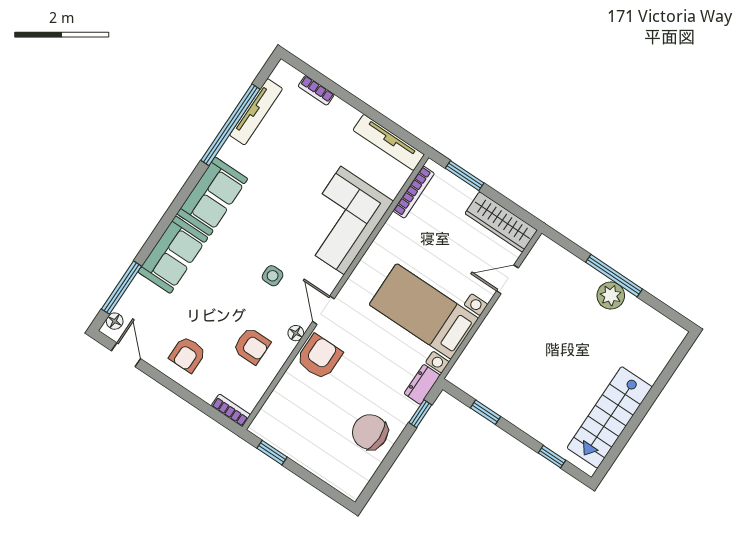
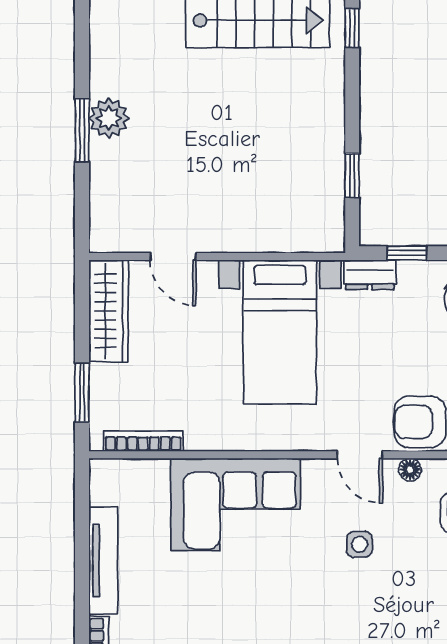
tv unit: (389, 142) -> (103, 560), moved
window: (614, 276) -> (82, 130), width x0.69
door: (323, 310) -> (360, 455), hinge flipped
window: (552, 457) -> (352, 28), moved

